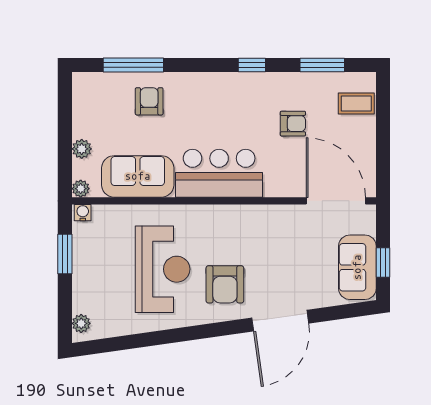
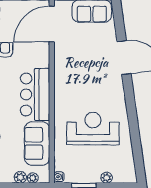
plant: (81, 189) -> (33, 178), moved
armchair: (225, 284) -> (102, 91), removed
plant: (81, 323) -> (107, 178), moved

